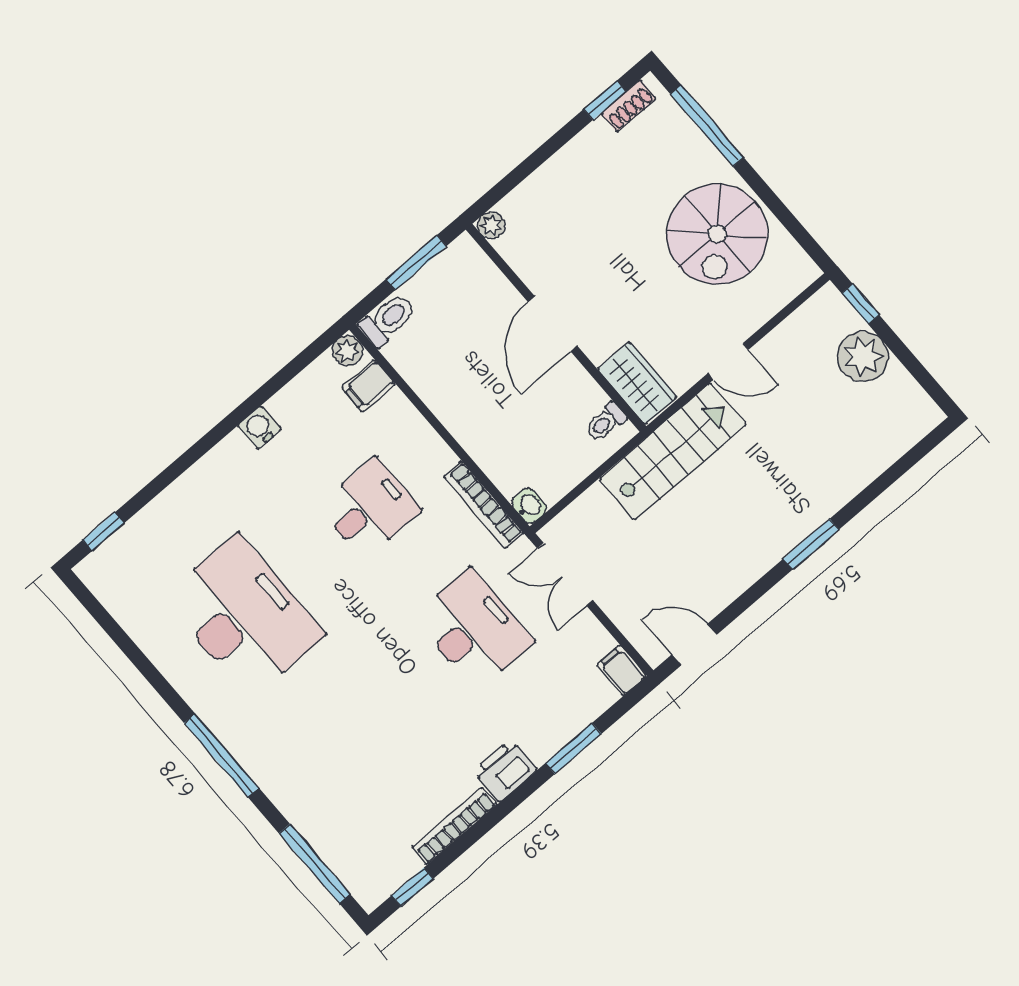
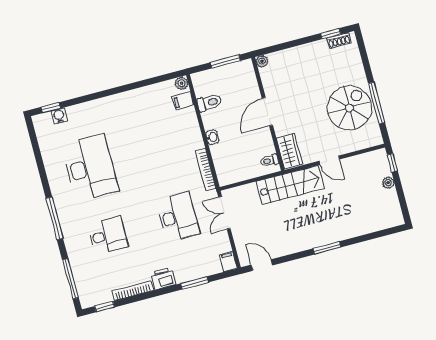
window: (707, 126) -> (377, 103), moved
spiral stairs: (717, 234) -> (349, 108), turned 180
toilet: (388, 320) -> (210, 103), moved
plant: (863, 357) -> (388, 183), width x0.53, depth x0.53
water cooler: (259, 428) -> (59, 116), moved
washbasin: (529, 506) -> (212, 137), moved
desk: (369, 508) -> (108, 235), moved

